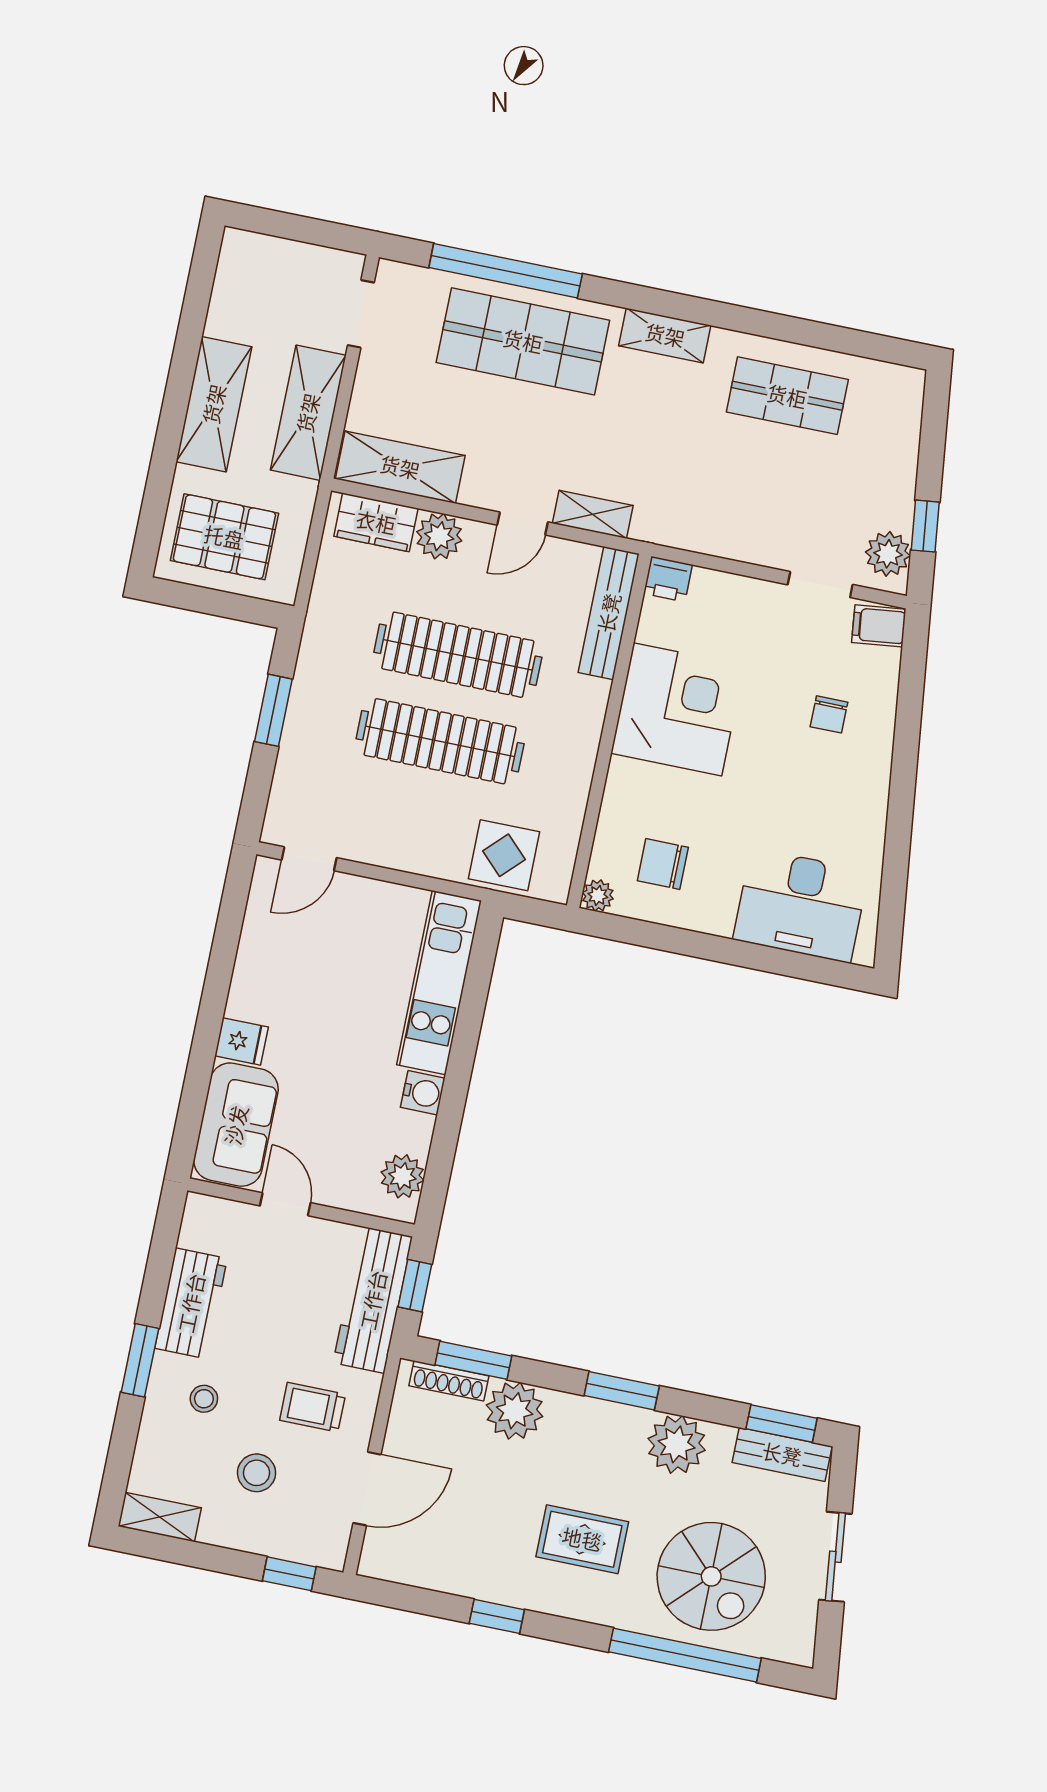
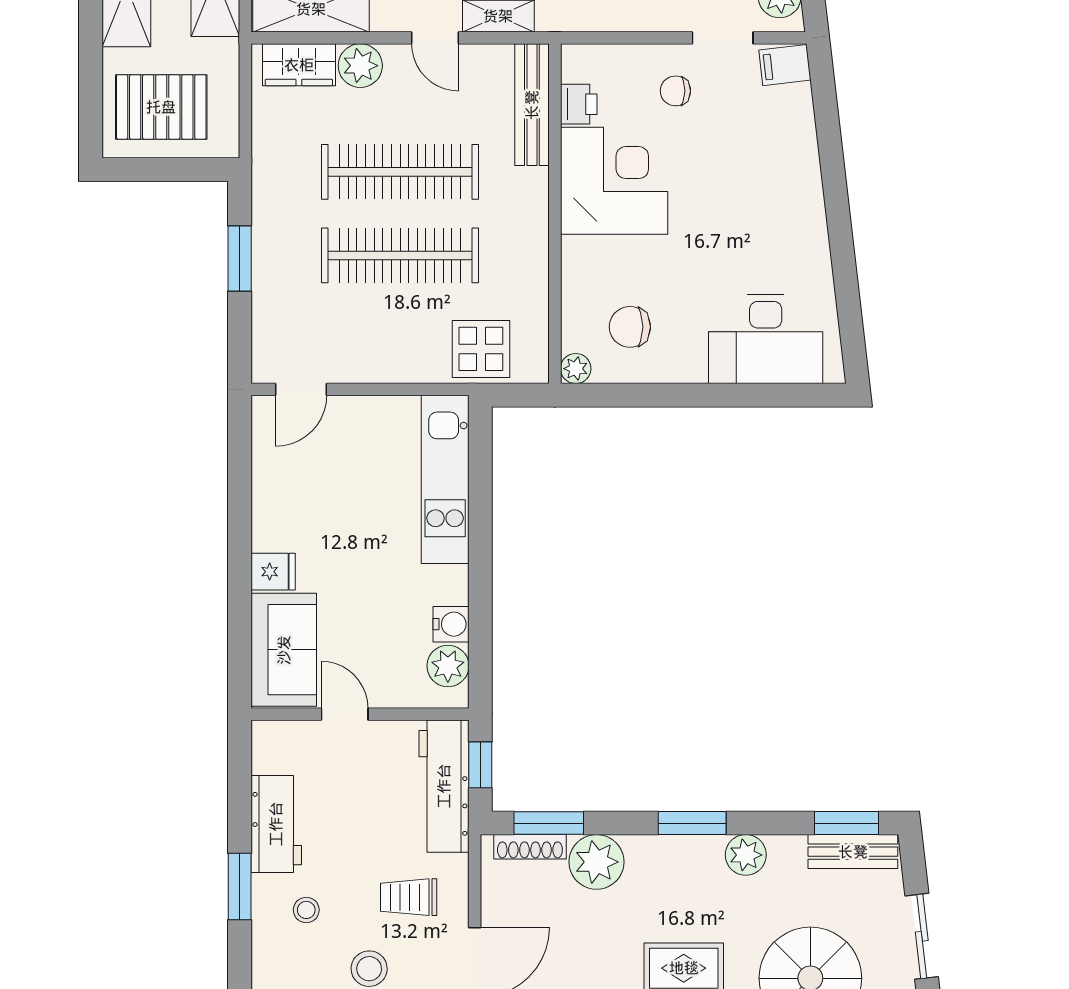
door: (523, 523) -> (435, 38), hinge flipped
printer: (668, 579) -> (579, 104), moved, turned -90
chair: (829, 714) -> (675, 91), moved, turned 91
water cooler: (423, 1093) -> (451, 624), moved
plant: (677, 1444) -> (746, 855), width x0.73, depth x0.73

